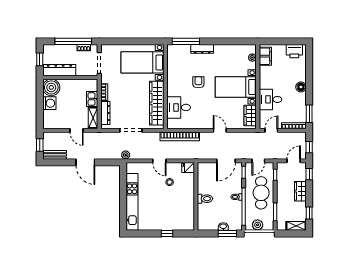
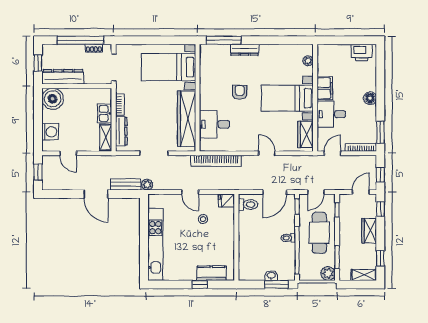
filing cabinet: (265, 56) -> (325, 88), moved
washing machine: (49, 103) -> (50, 132), moved
door: (76, 130) -> (68, 153), moved
bench: (55, 155) -> (126, 184), moved
toilet: (205, 199) -> (248, 205), moved
kitchen counter: (176, 225) -> (211, 273), added
plant: (258, 225) -> (328, 274), moved

